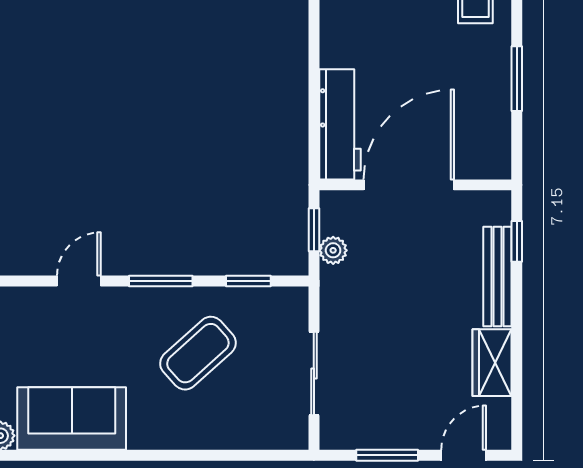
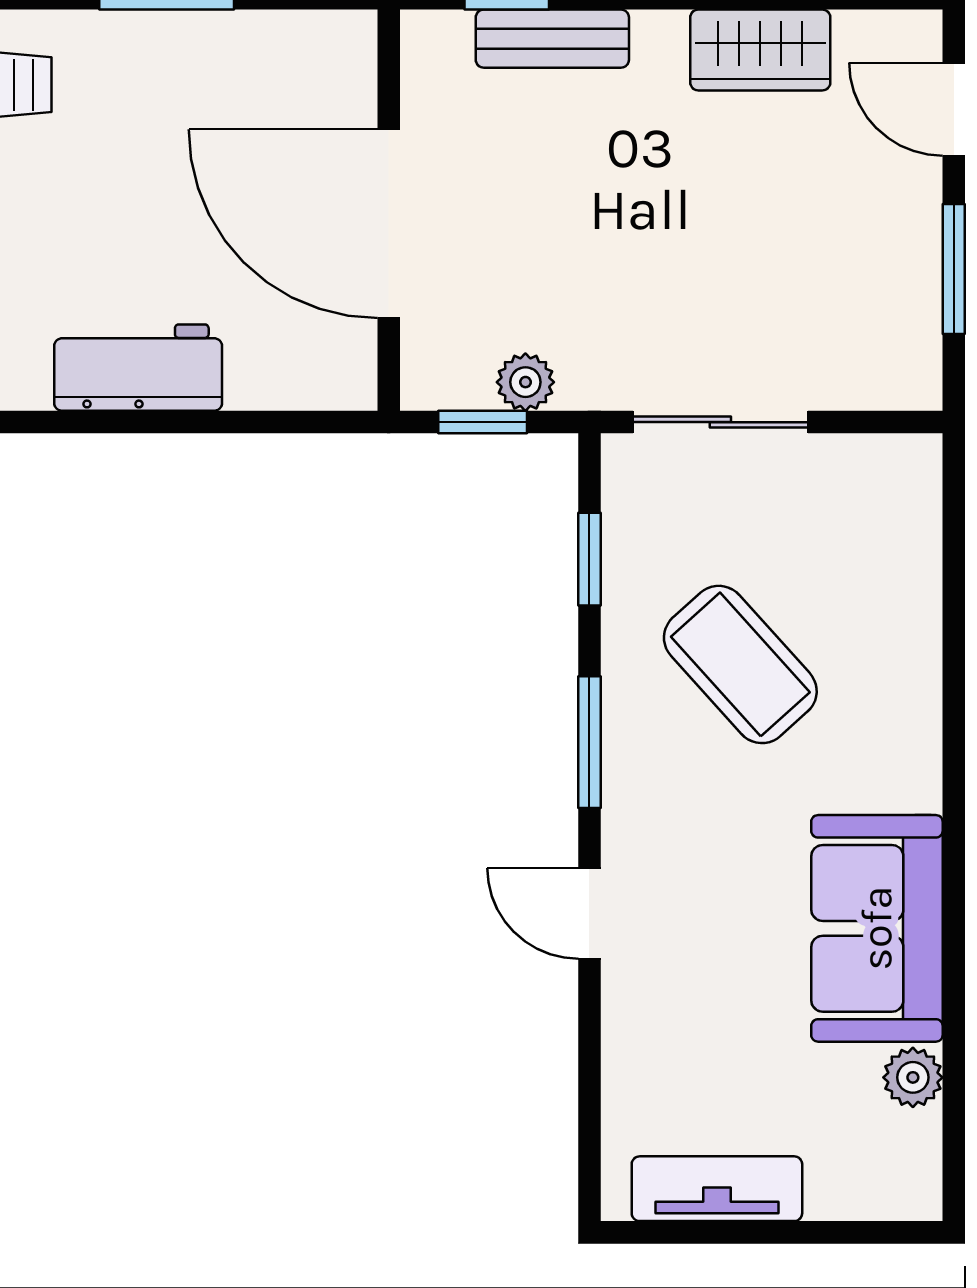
workbench: (340, 124) -> (138, 368), moved, width x0.73
bench: (497, 276) -> (552, 39), width x0.73
sliding door: (314, 373) -> (720, 422), moved

